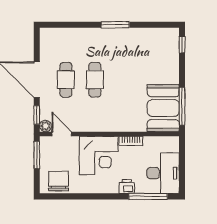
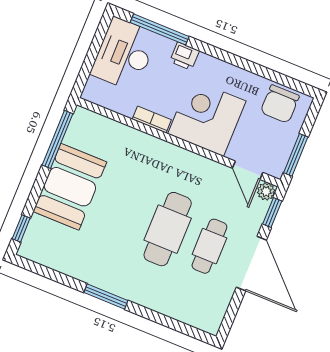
cafe table: (95, 80) -> (168, 229), width x1.37, depth x1.35
booth: (163, 108) -> (70, 187), moved

